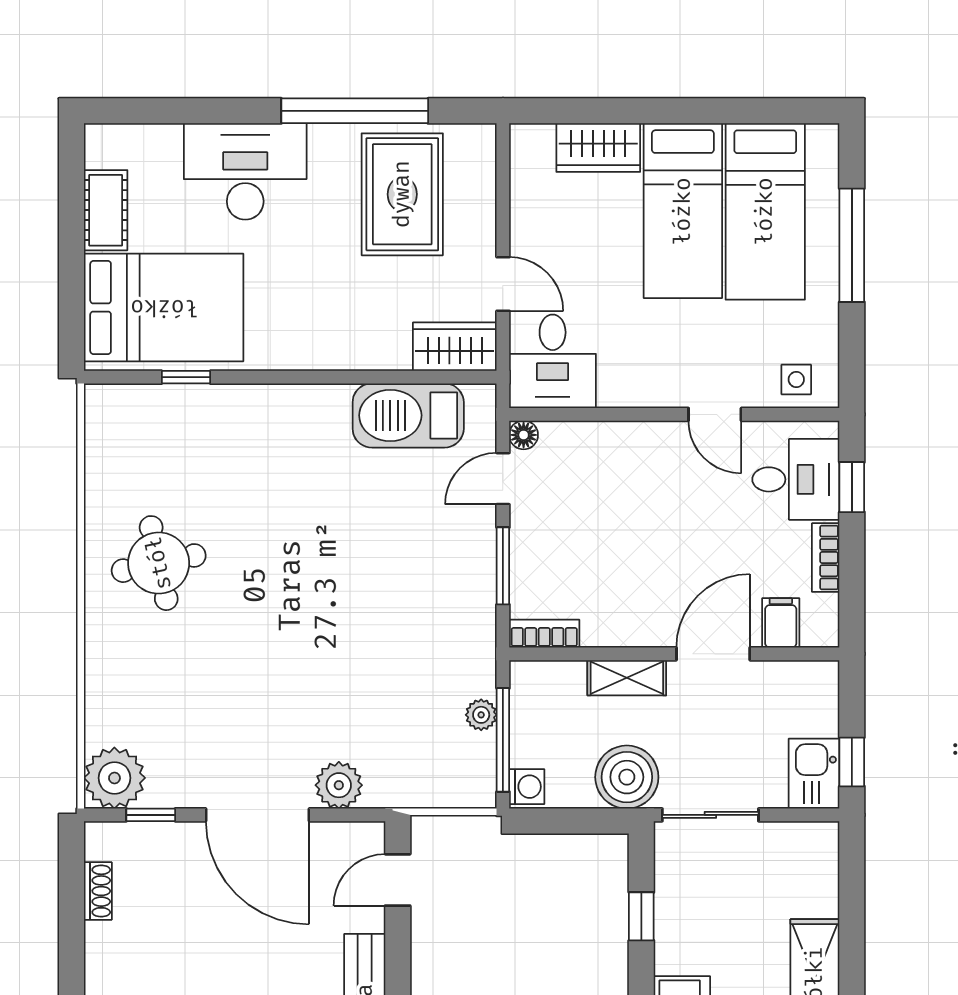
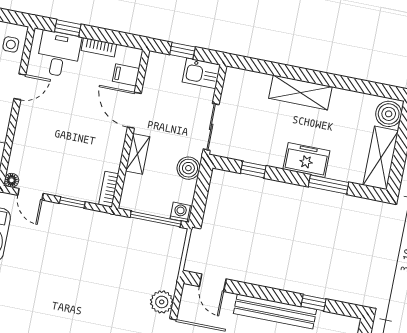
window: (503, 566) -> (72, 203), width x0.67
plant: (481, 715) -> (142, 227), removed
window: (852, 762) -> (182, 51), moved
boiler: (627, 777) -> (188, 168), width x0.73, depth x0.73

